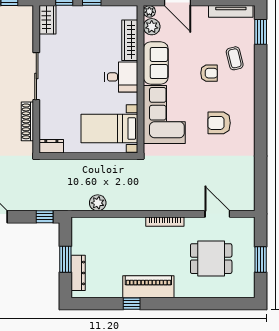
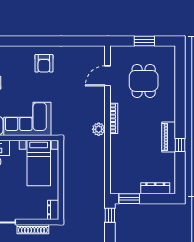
armchair: (219, 123) -> (44, 63), moved
plant: (98, 203) -> (99, 129), moved
window: (65, 259) -> (129, 199), moved
piano: (148, 287) -> (169, 137), width x0.73, depth x0.75

